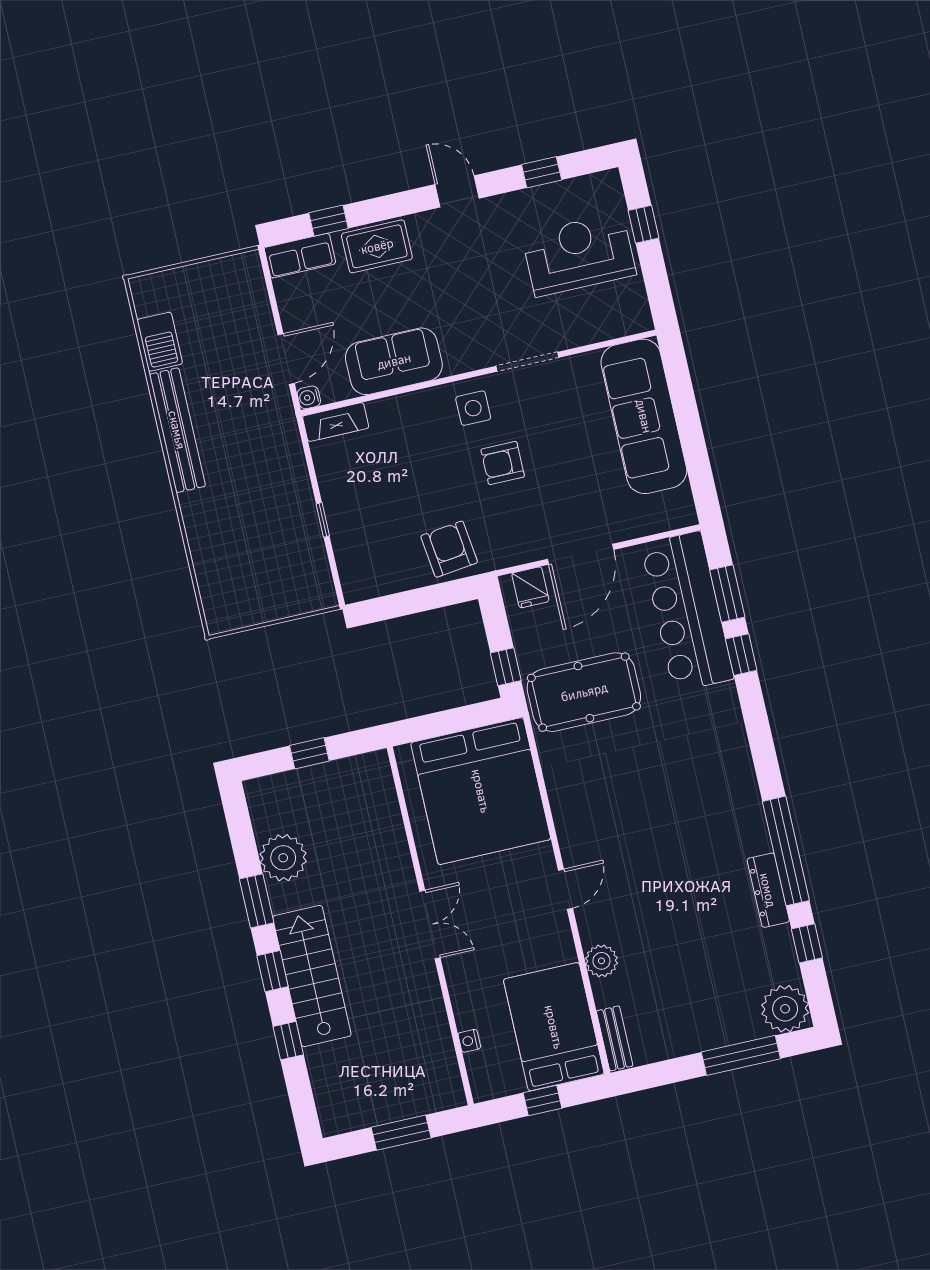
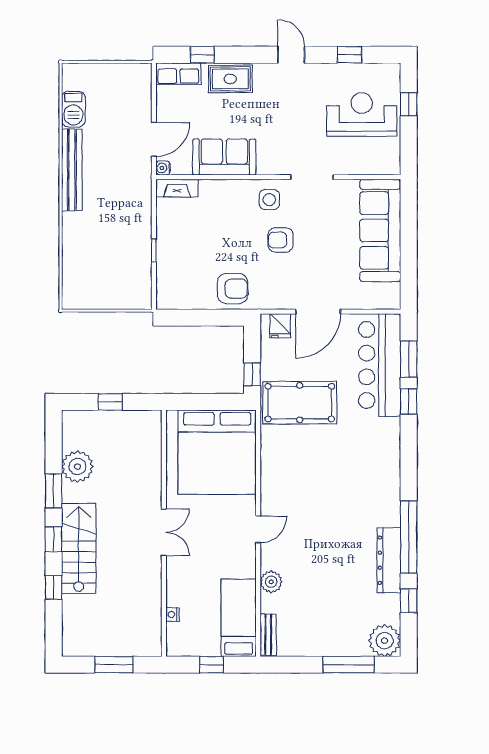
armchair: (449, 549) -> (233, 289), turned 97
dresser: (768, 890) -> (389, 560), width x1.37, depth x1.24
bed: (554, 1027) -> (239, 618), width x0.67

